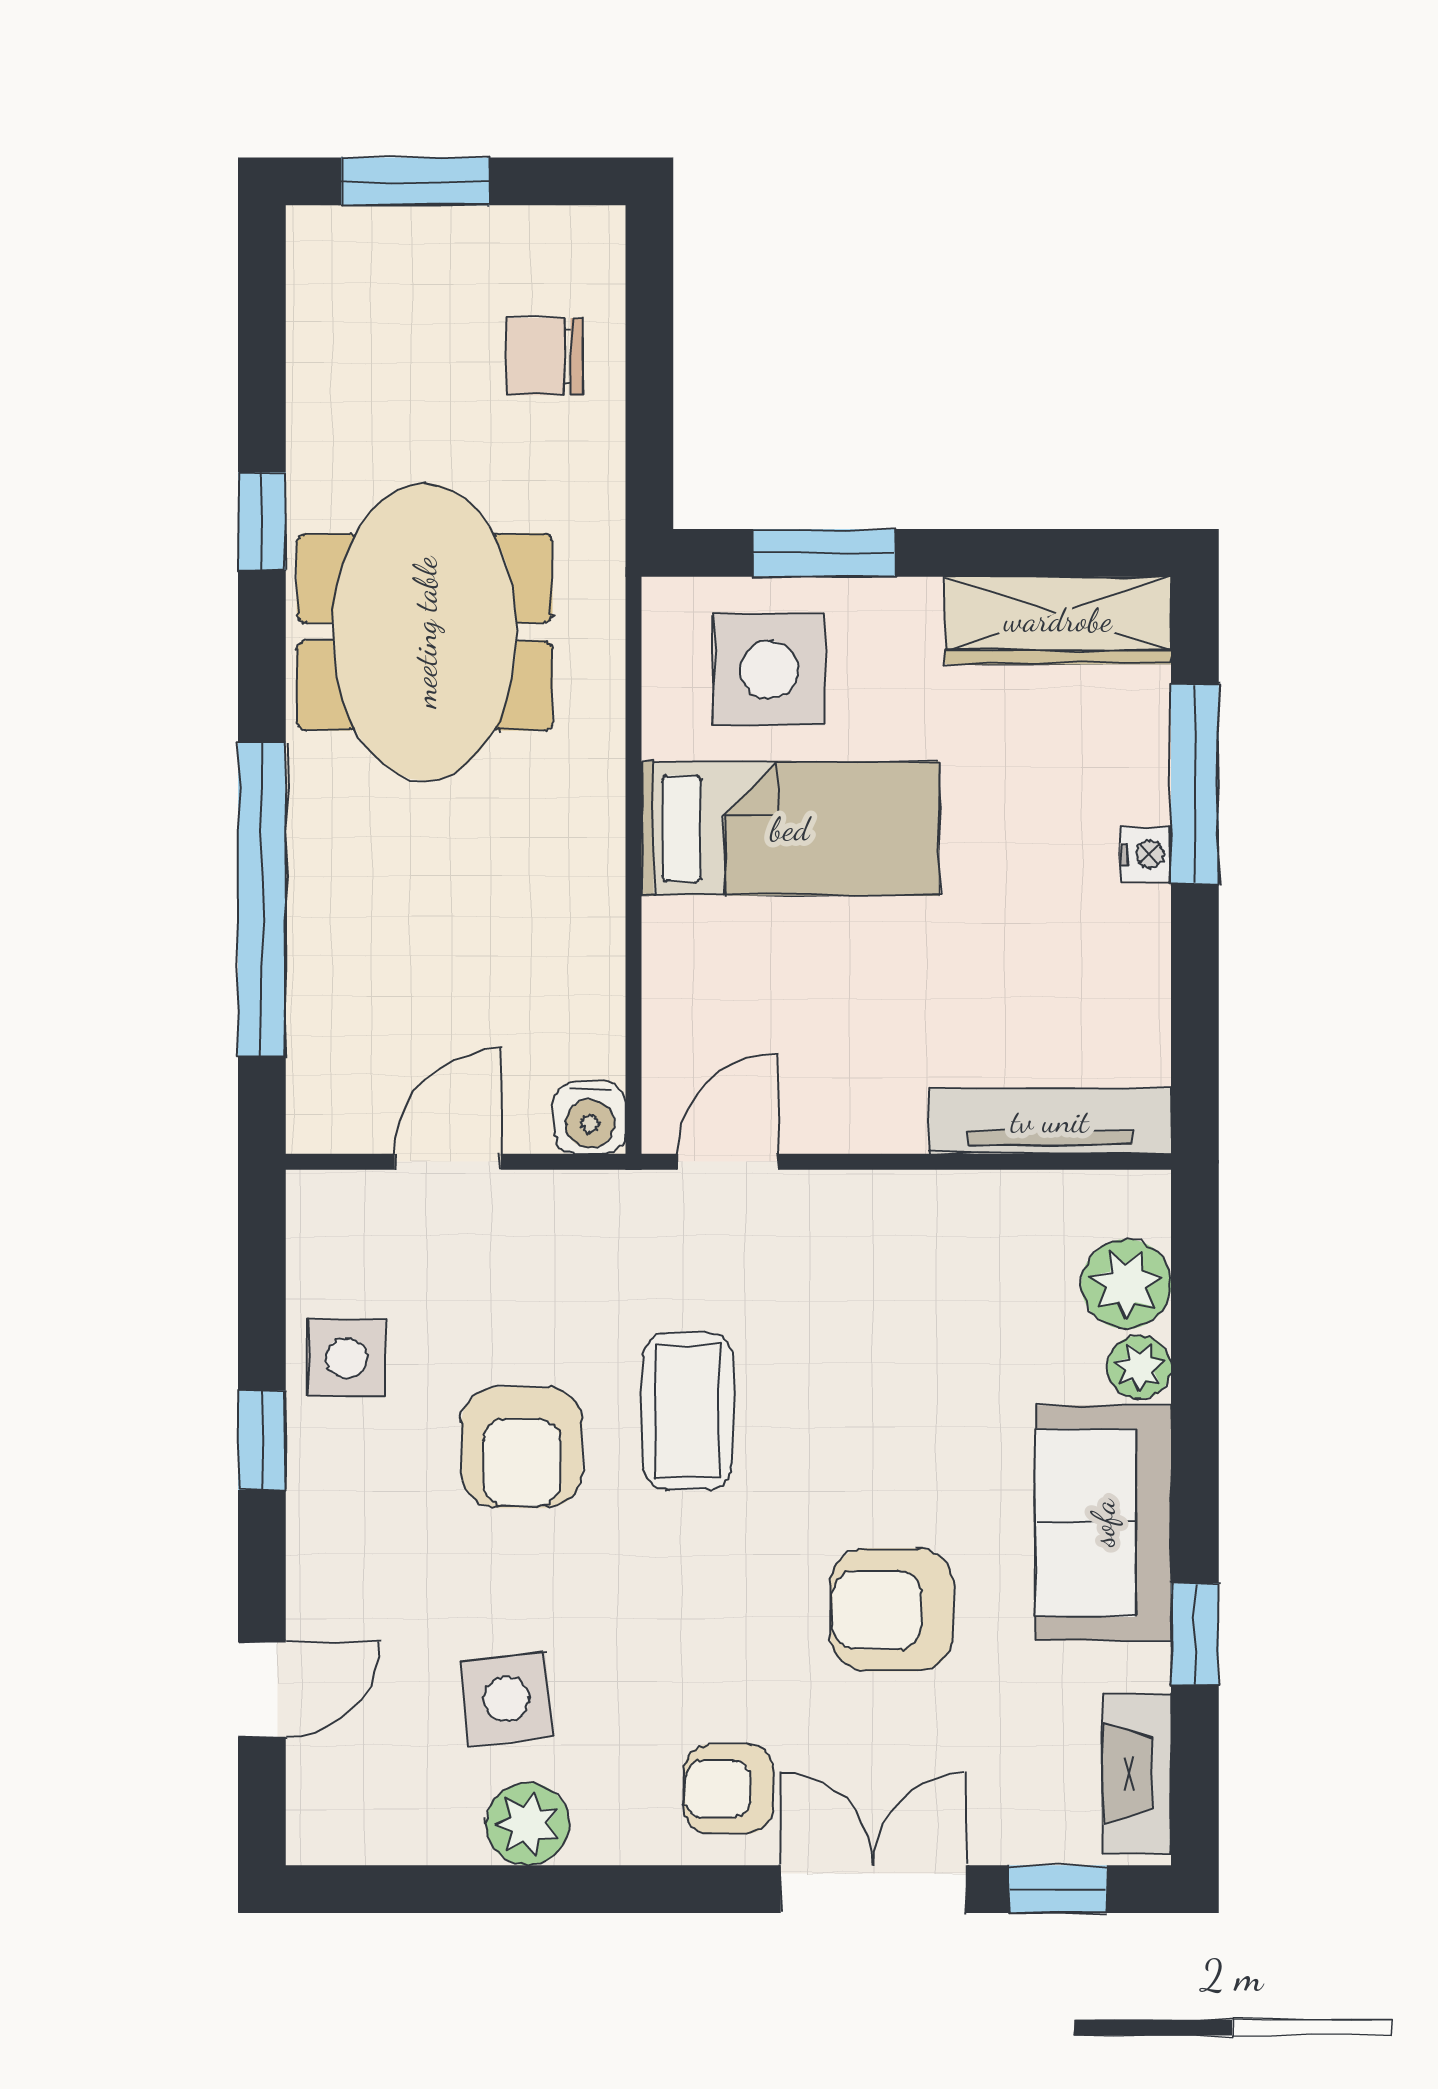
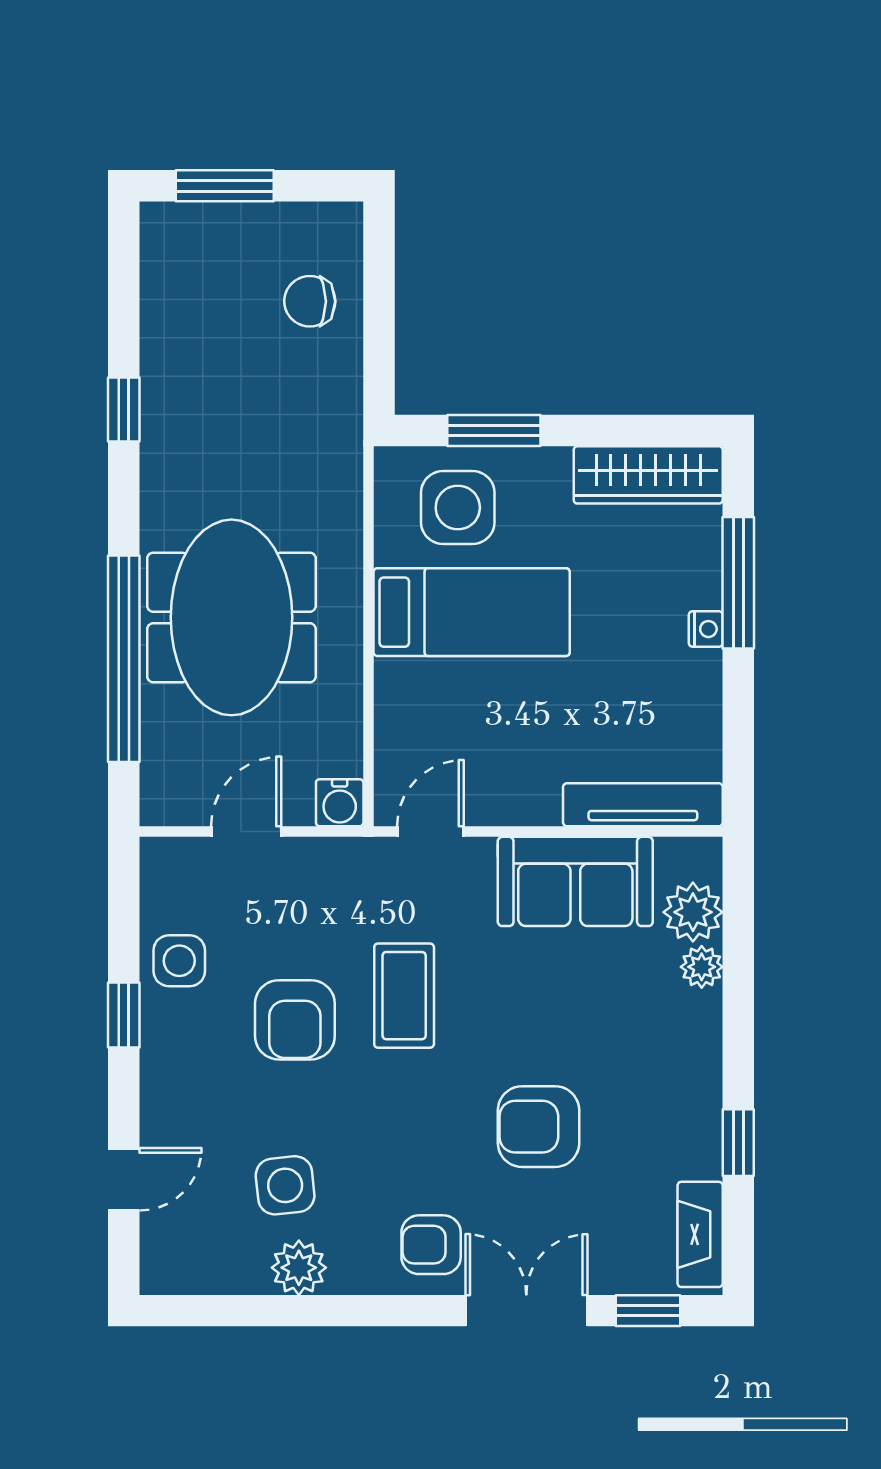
meeting table: (425, 632) -> (231, 617), moved
sofa: (1103, 1523) -> (575, 881), moved, turned -90

